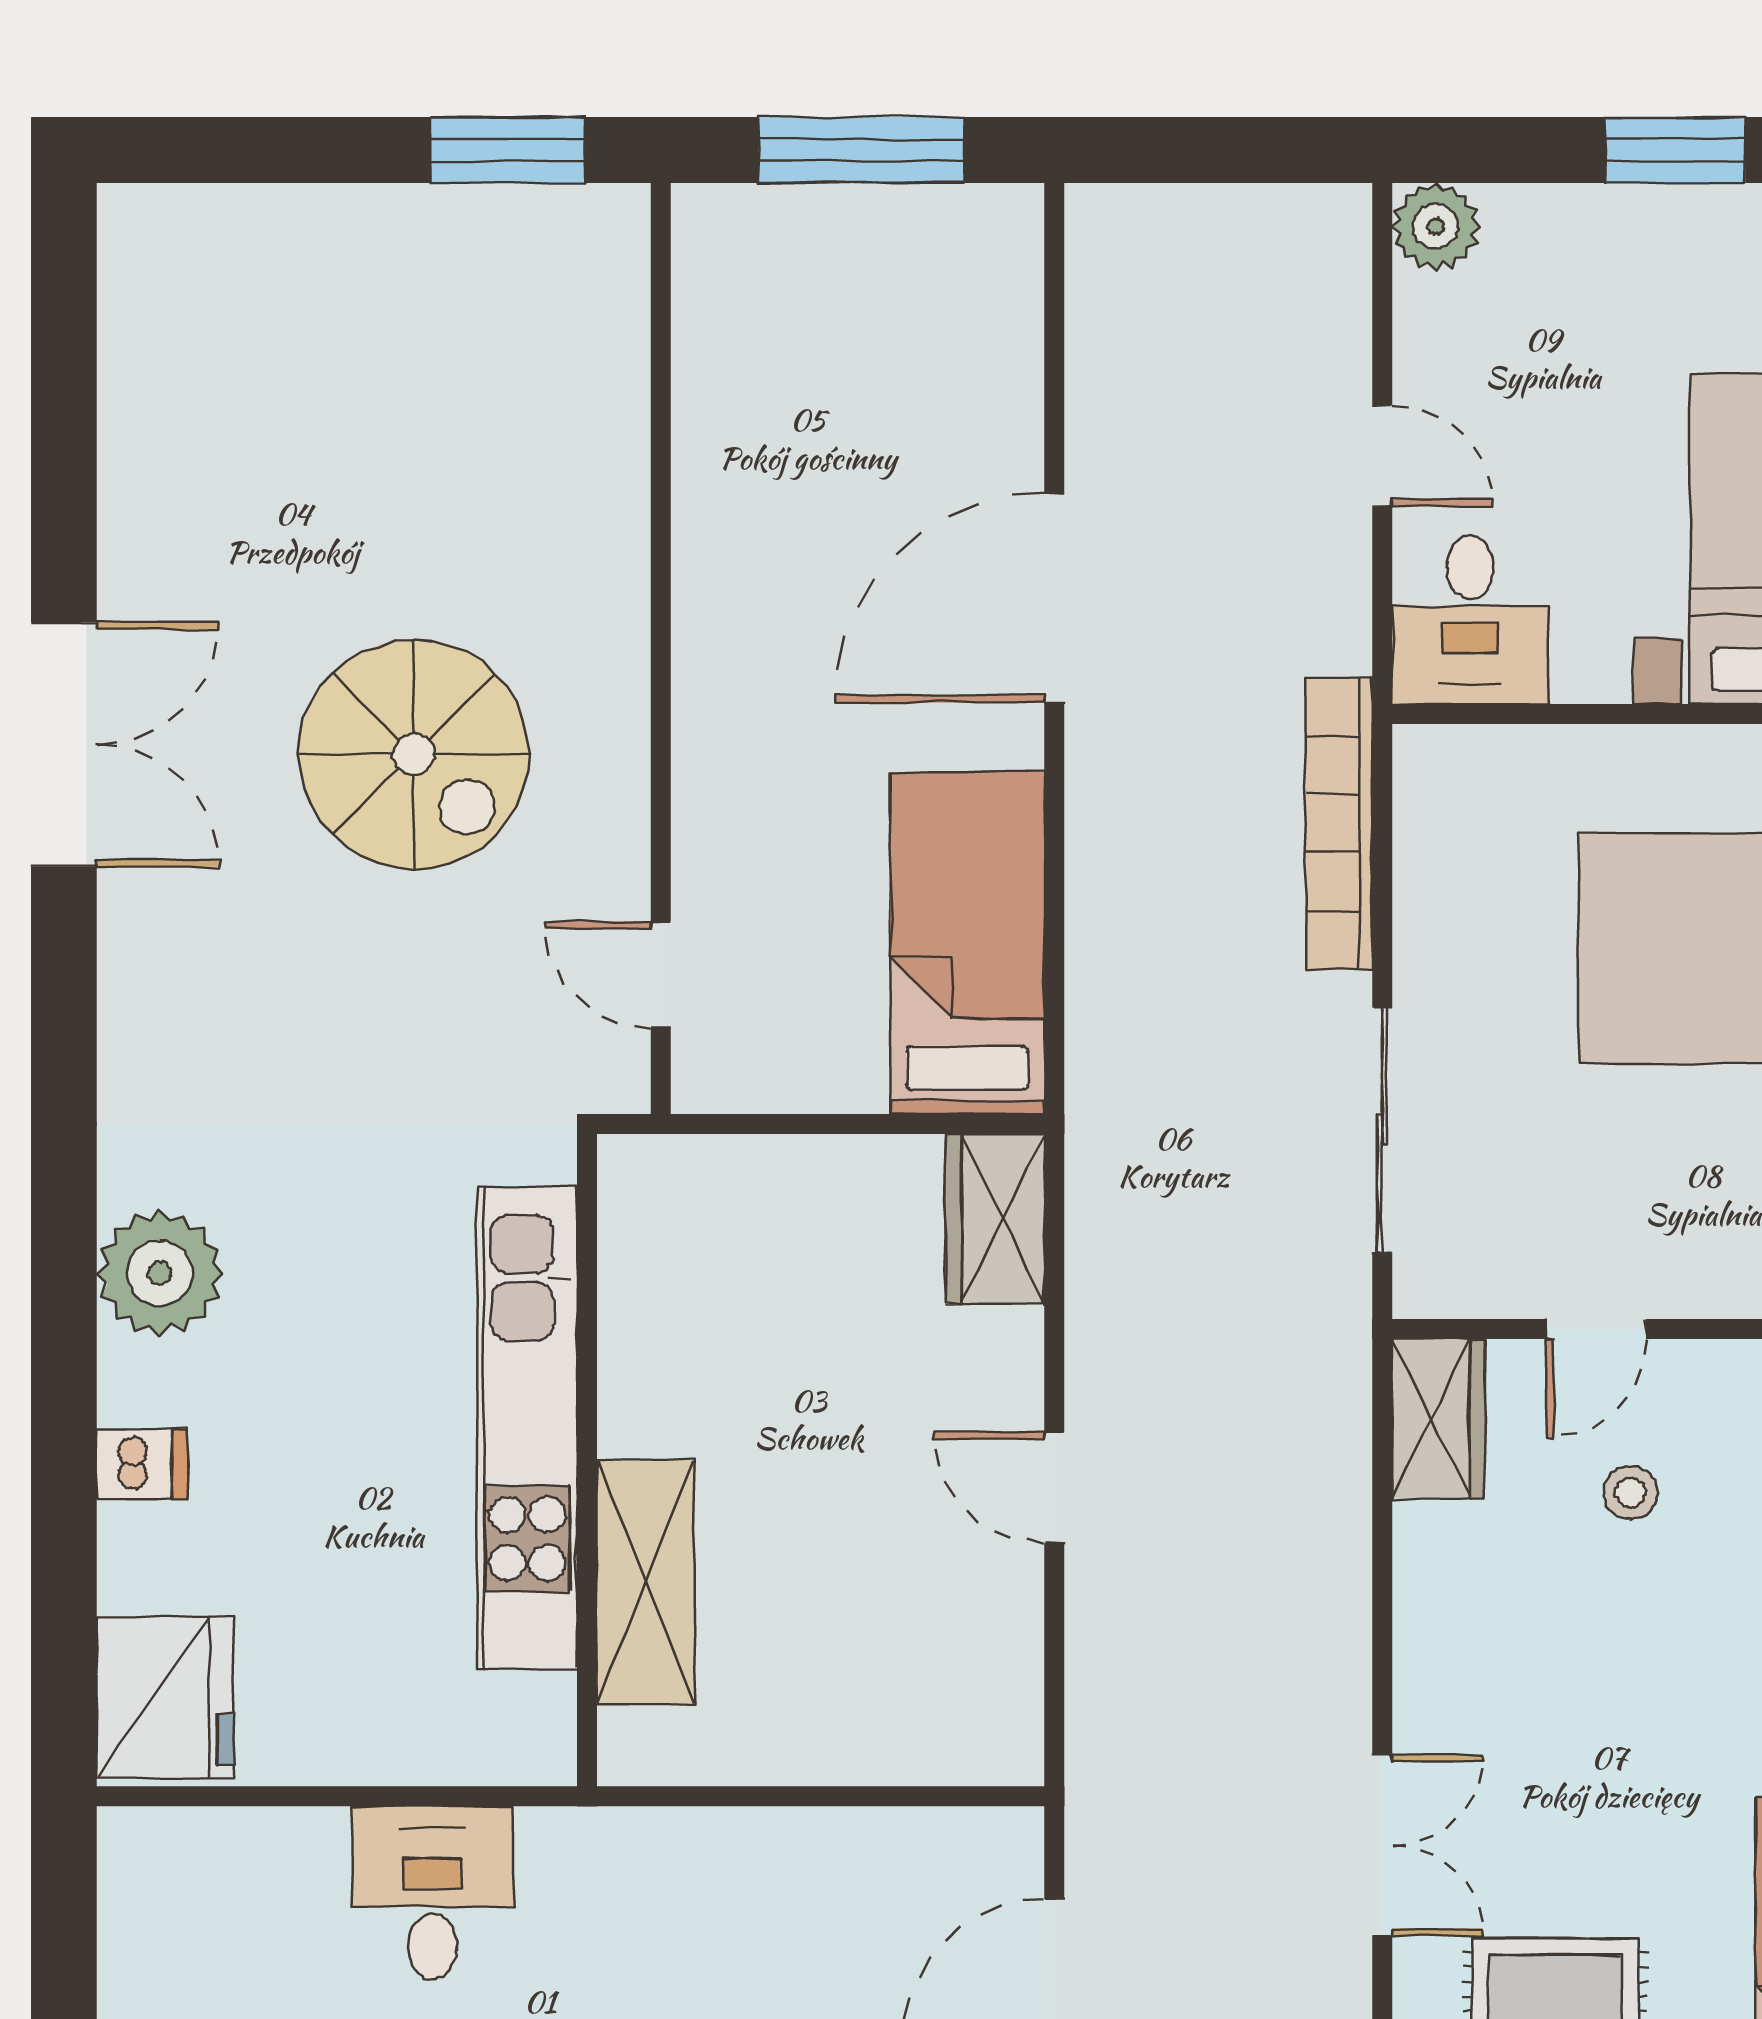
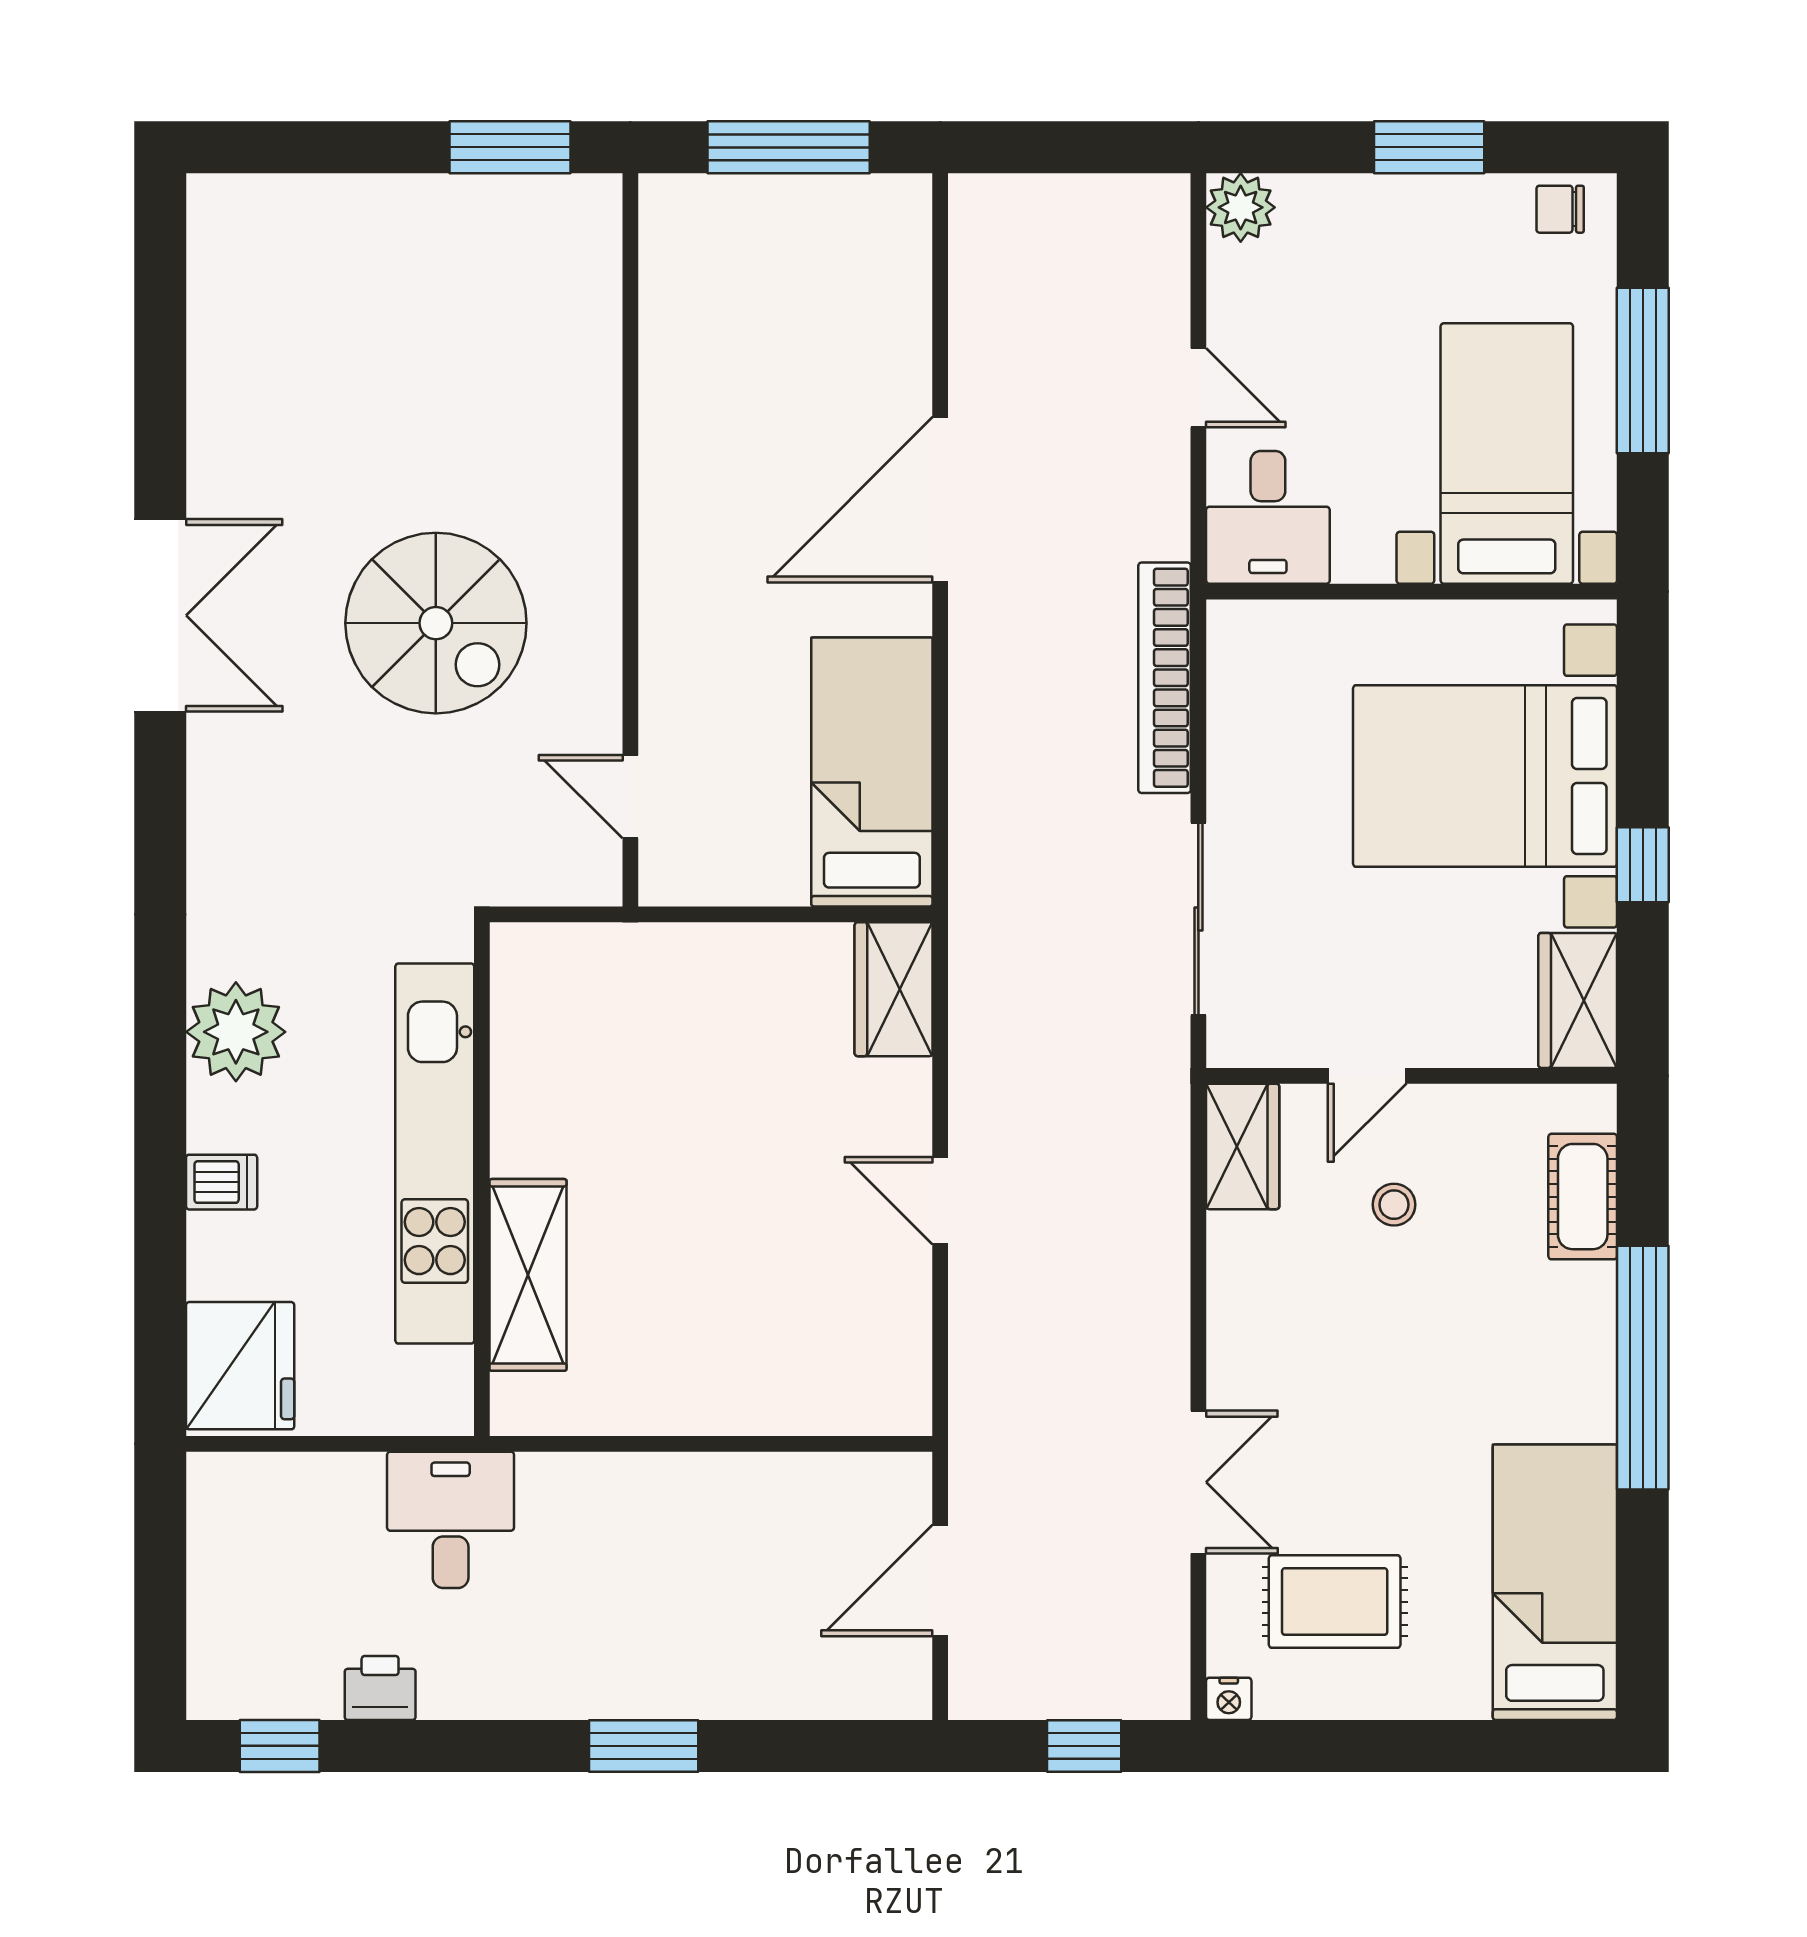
kitchen unit: (527, 1428) -> (435, 1154), moved
wall: (587, 1460) -> (482, 1179), moved
shelving: (646, 1582) -> (528, 1275), moved

